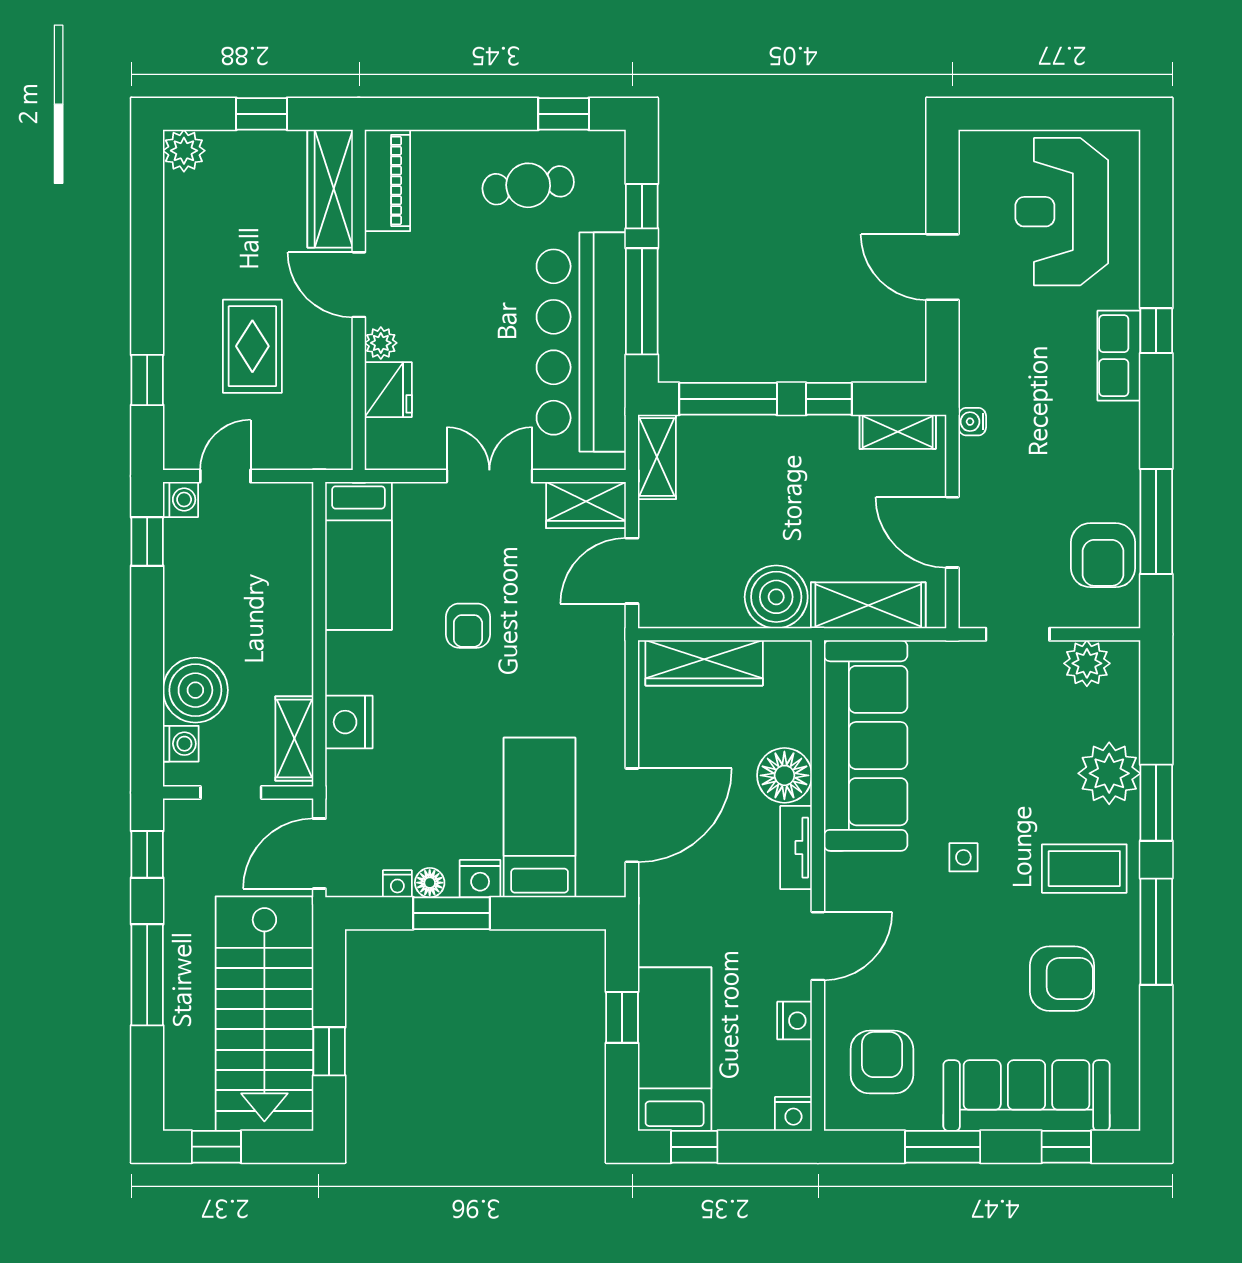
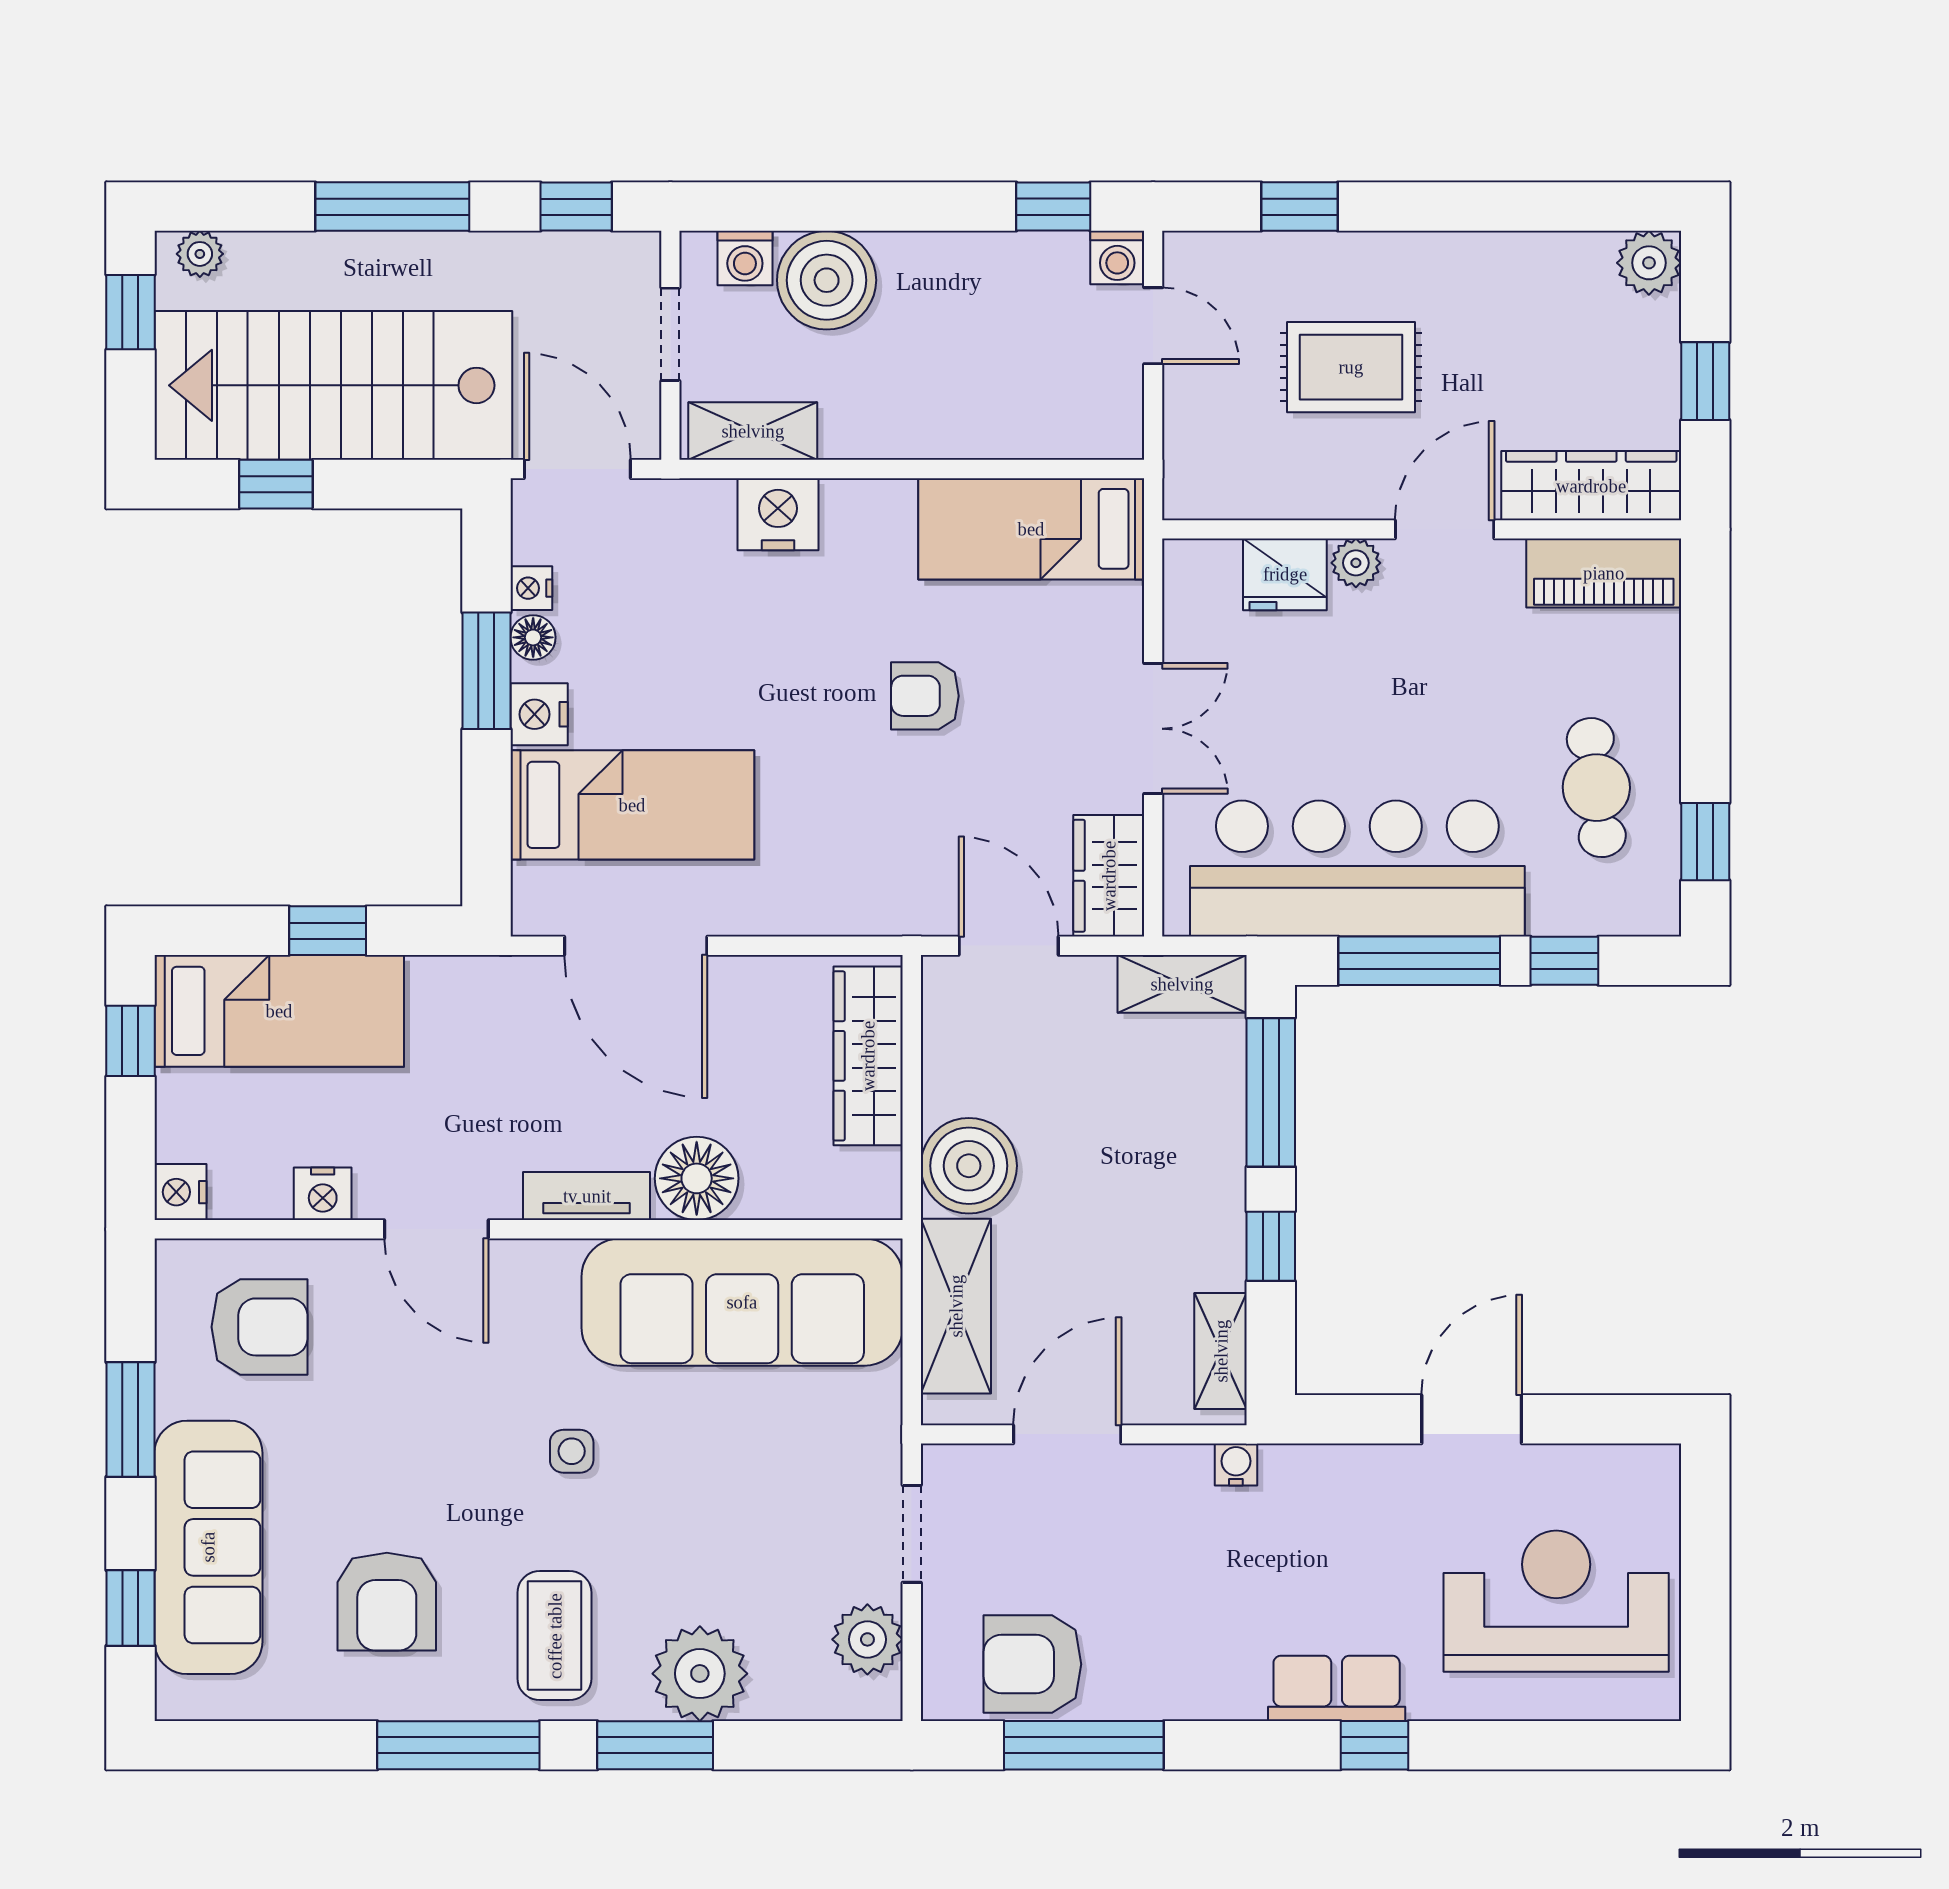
plant: (178, 1101) -> (200, 254), added

